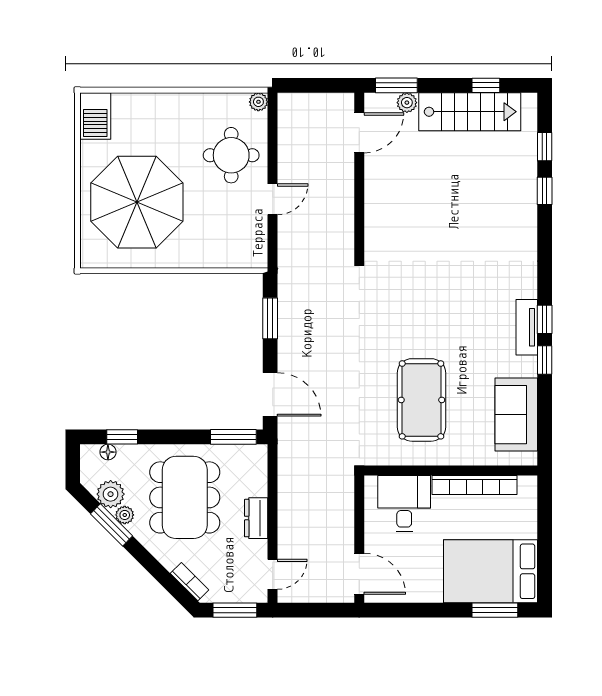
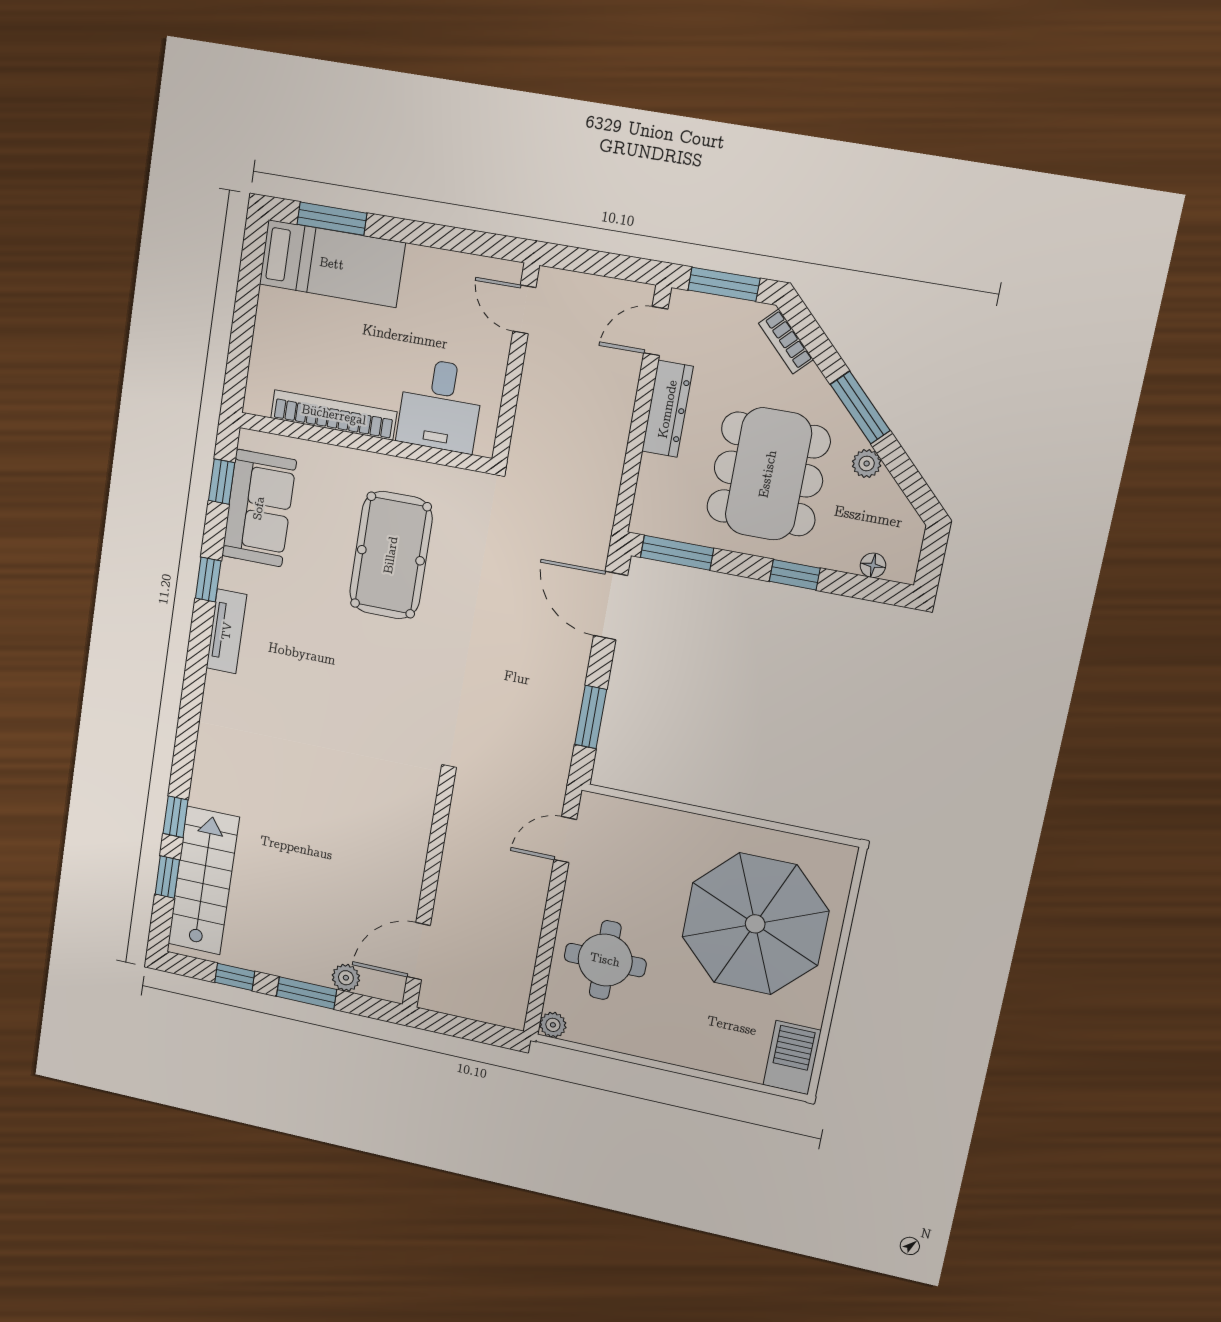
window: (396, 85) -> (307, 993), moved
stairs: (470, 112) -> (204, 881), moved, turned 90
door: (273, 199) -> (565, 840), moved
window: (545, 319) -> (222, 482), moved
window: (122, 437) -> (795, 575), moved
plant: (111, 494) -> (882, 500), removed
dresser: (256, 518) -> (668, 409), width x1.44
window: (111, 525) -> (860, 408), moved
bed: (491, 571) -> (332, 264), width x0.67
door: (359, 574) -> (524, 309), width x0.73

